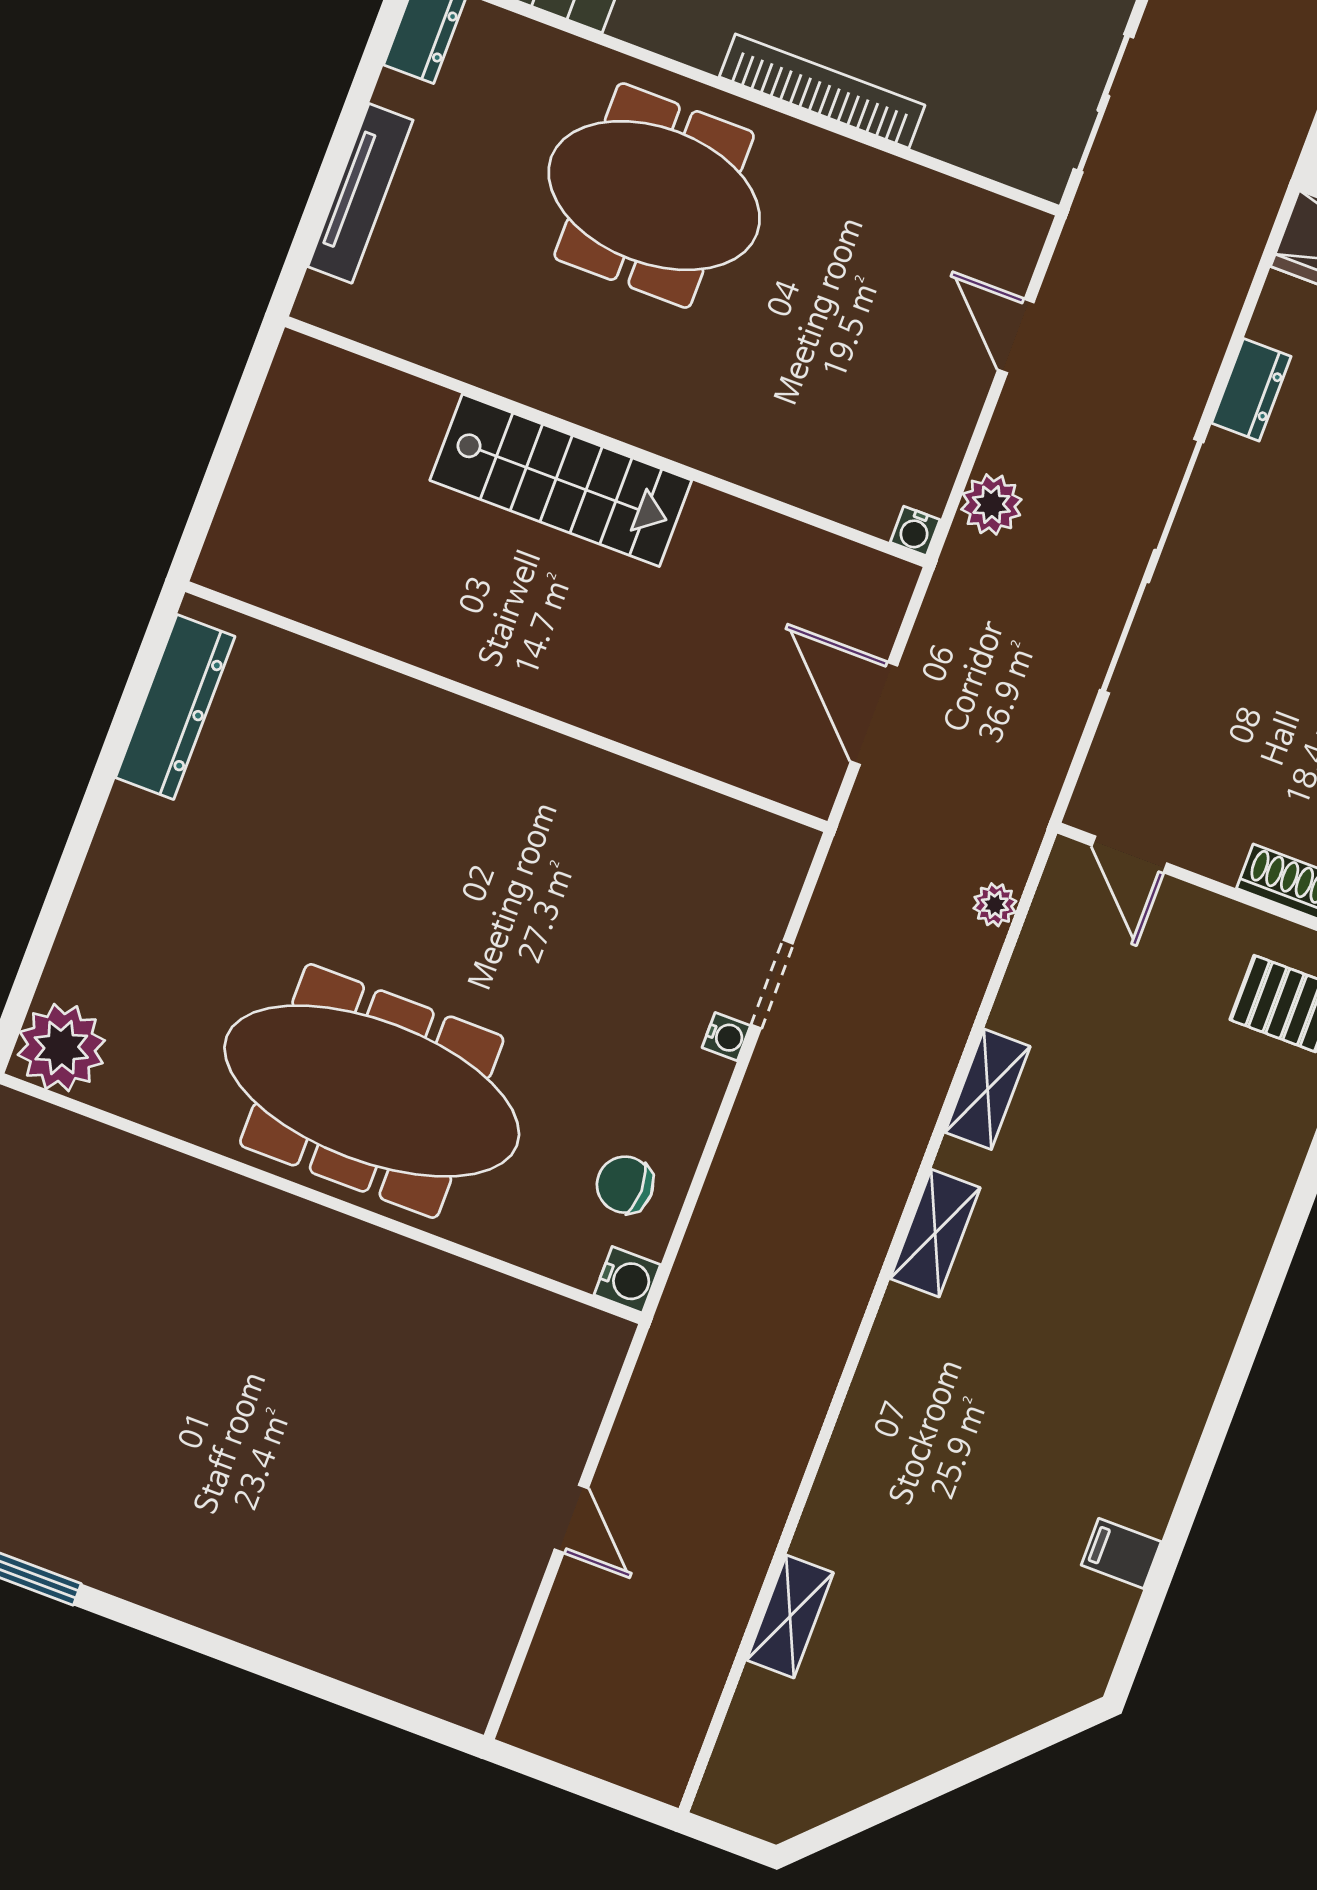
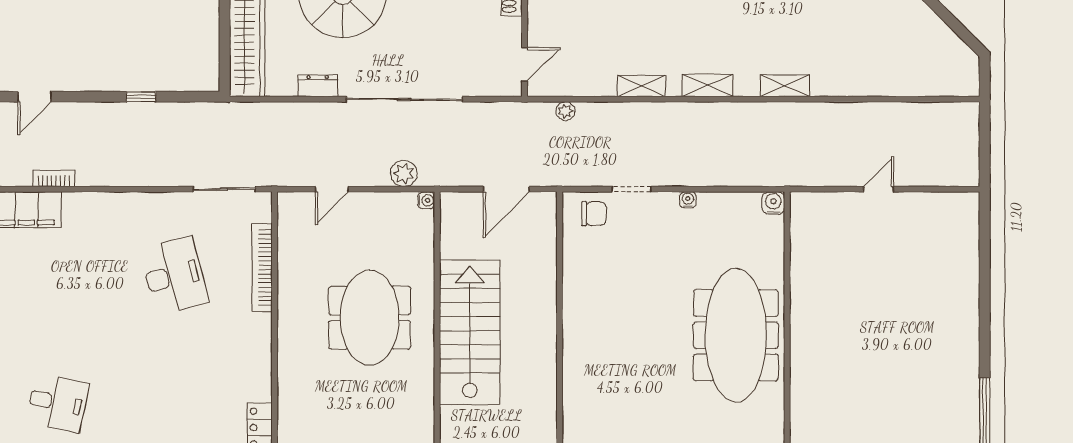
bookcase: (822, 91) -> (262, 268), moved
meeting table: (654, 196) -> (370, 318), moved
stairs: (561, 480) -> (470, 332), width x1.36, depth x1.51
water cooler: (726, 1037) -> (688, 200), moved
chair: (625, 1185) -> (594, 214), moved, turned -90
shelving: (790, 1616) -> (785, 86), moved

